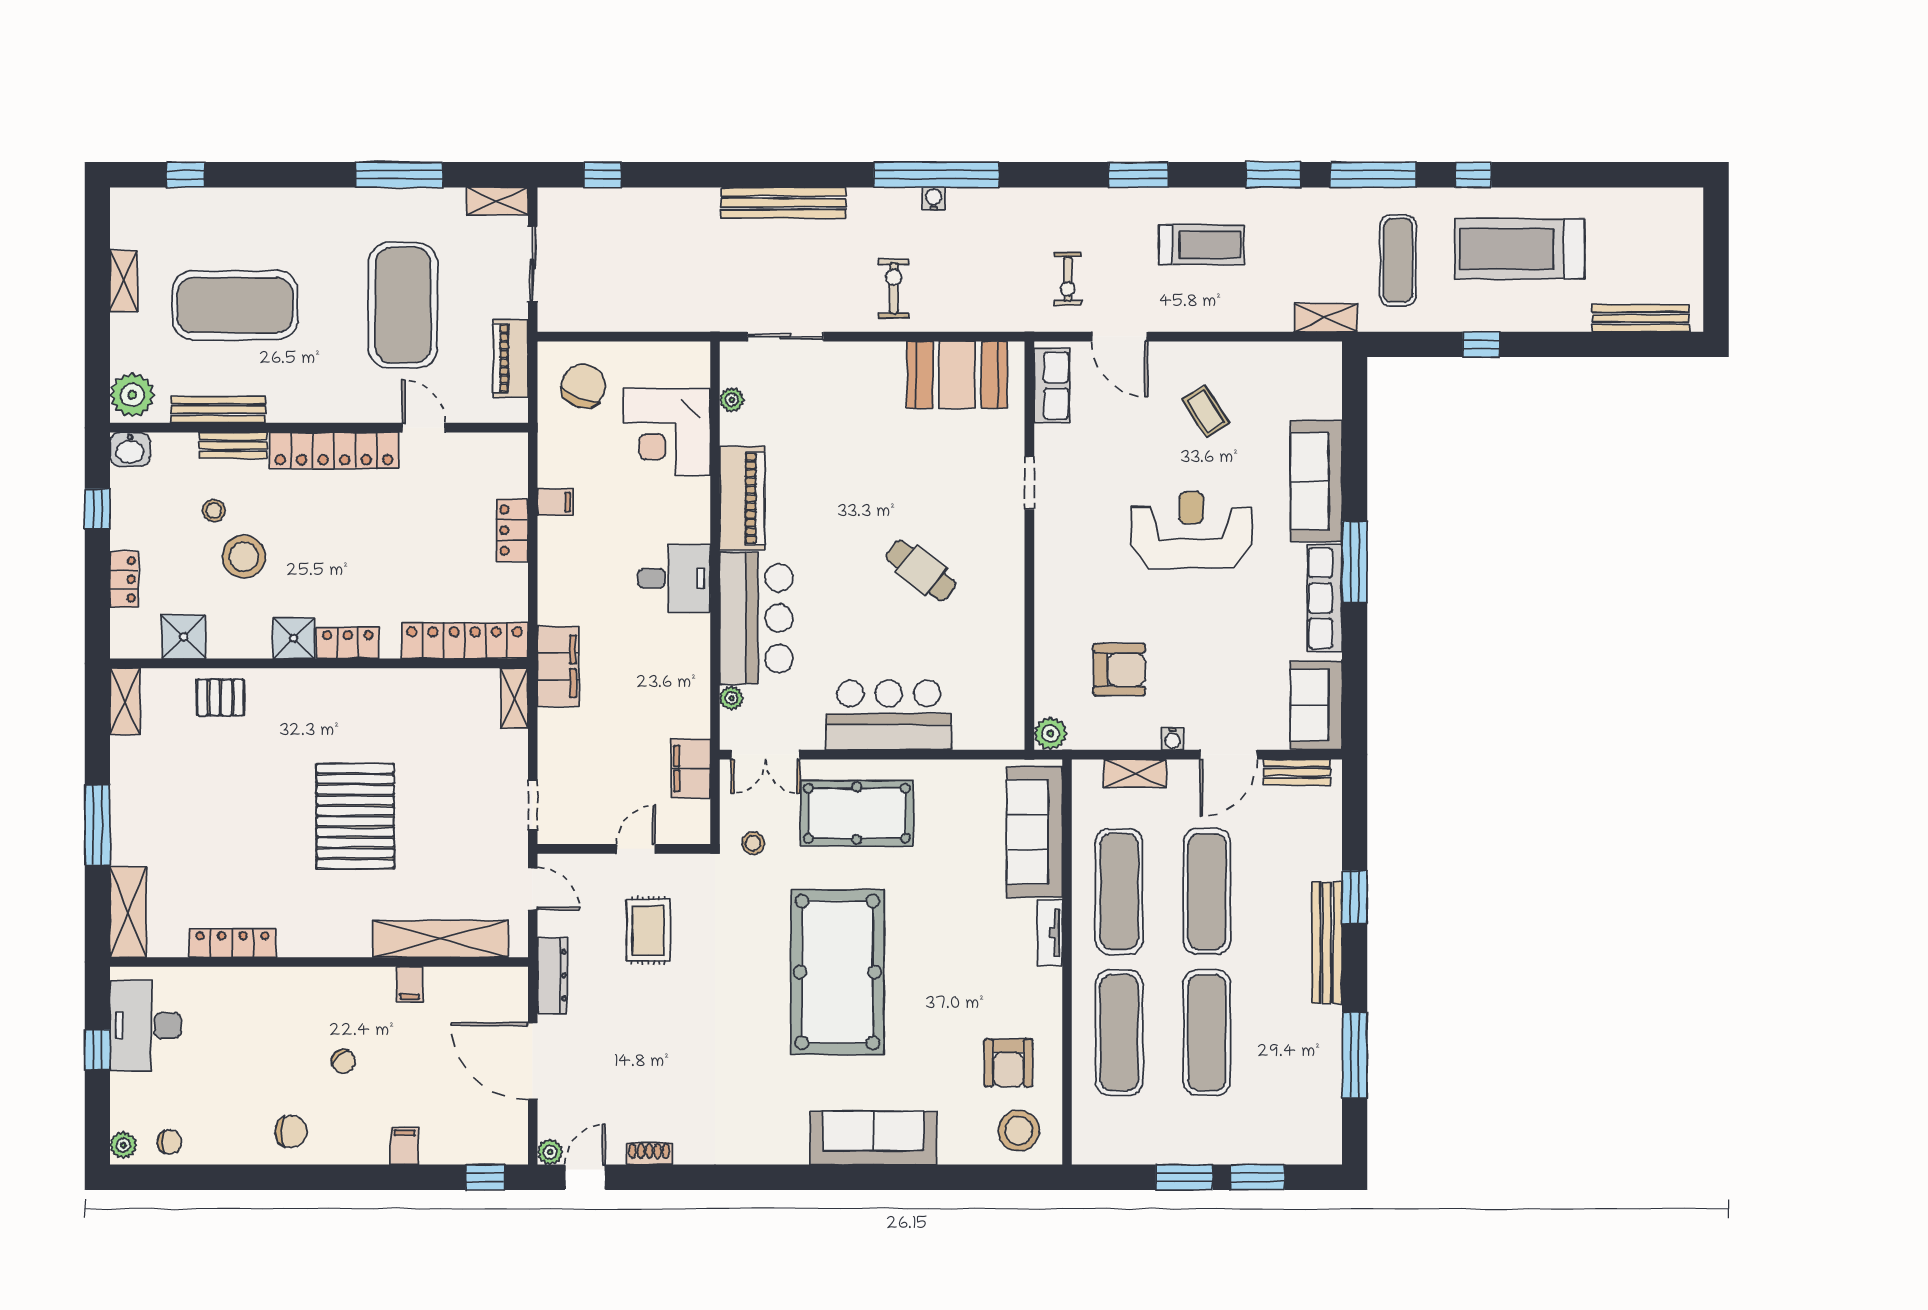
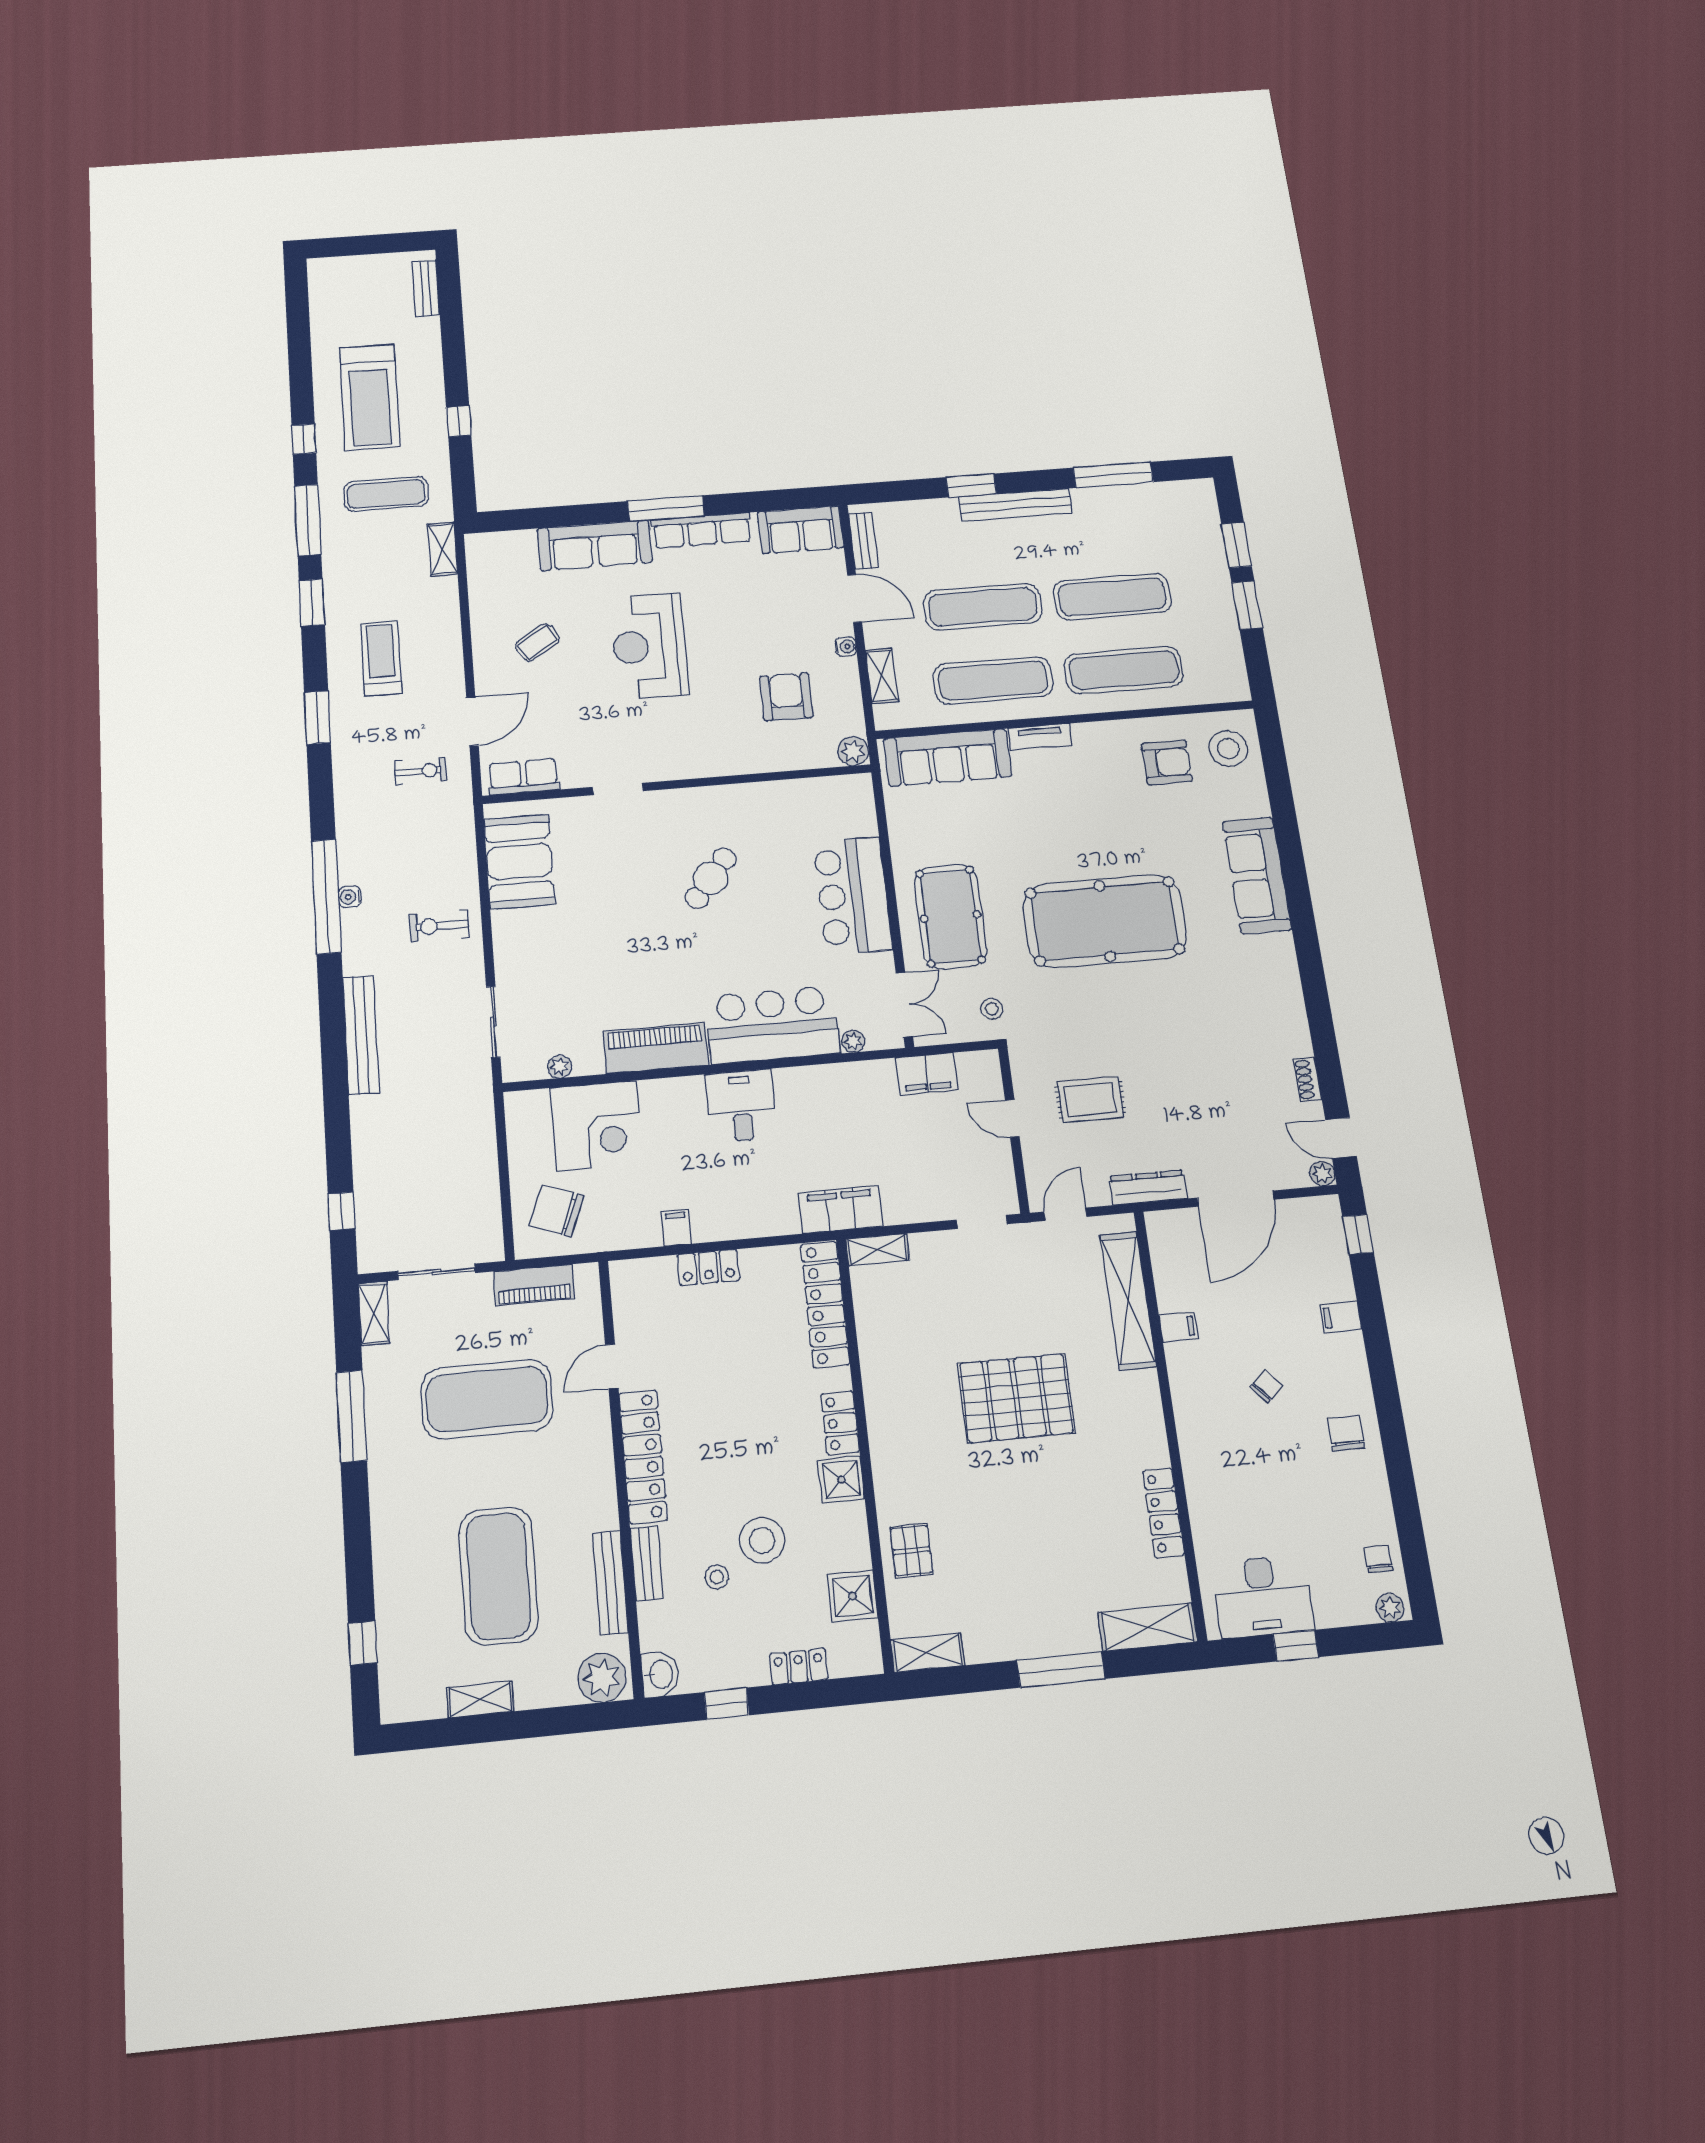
bench: (1641, 318) -> (426, 288), width x0.73

